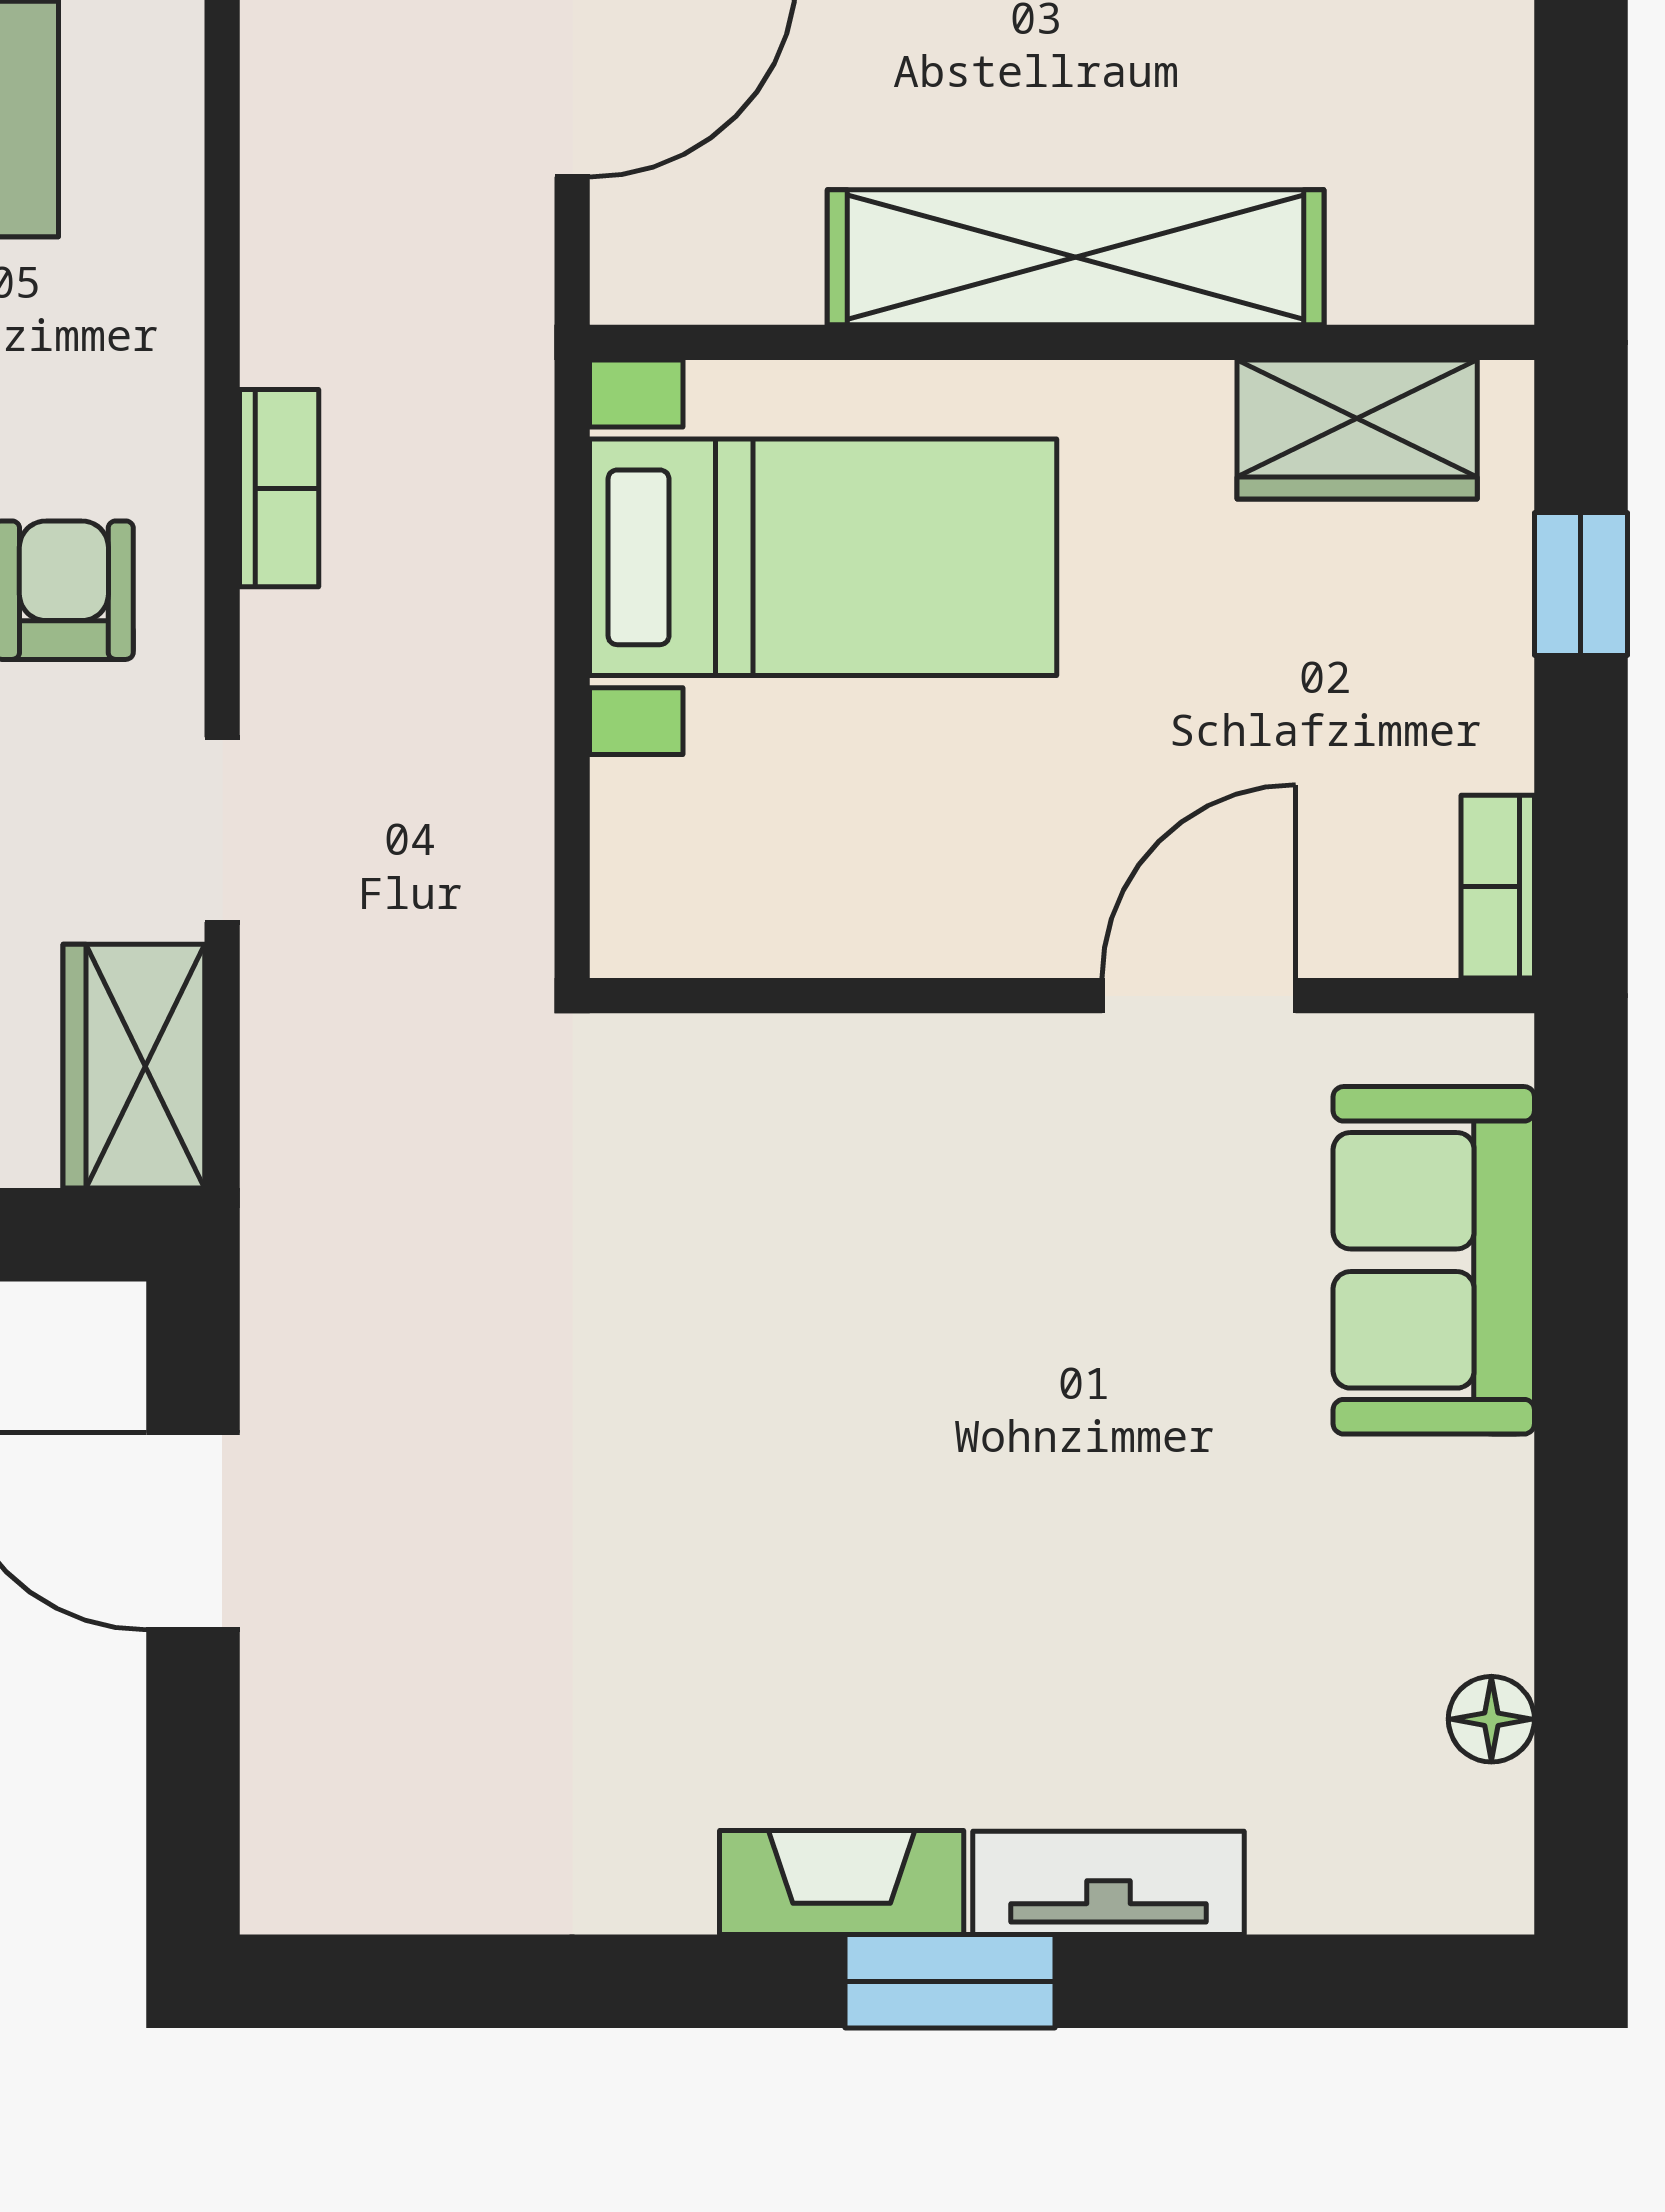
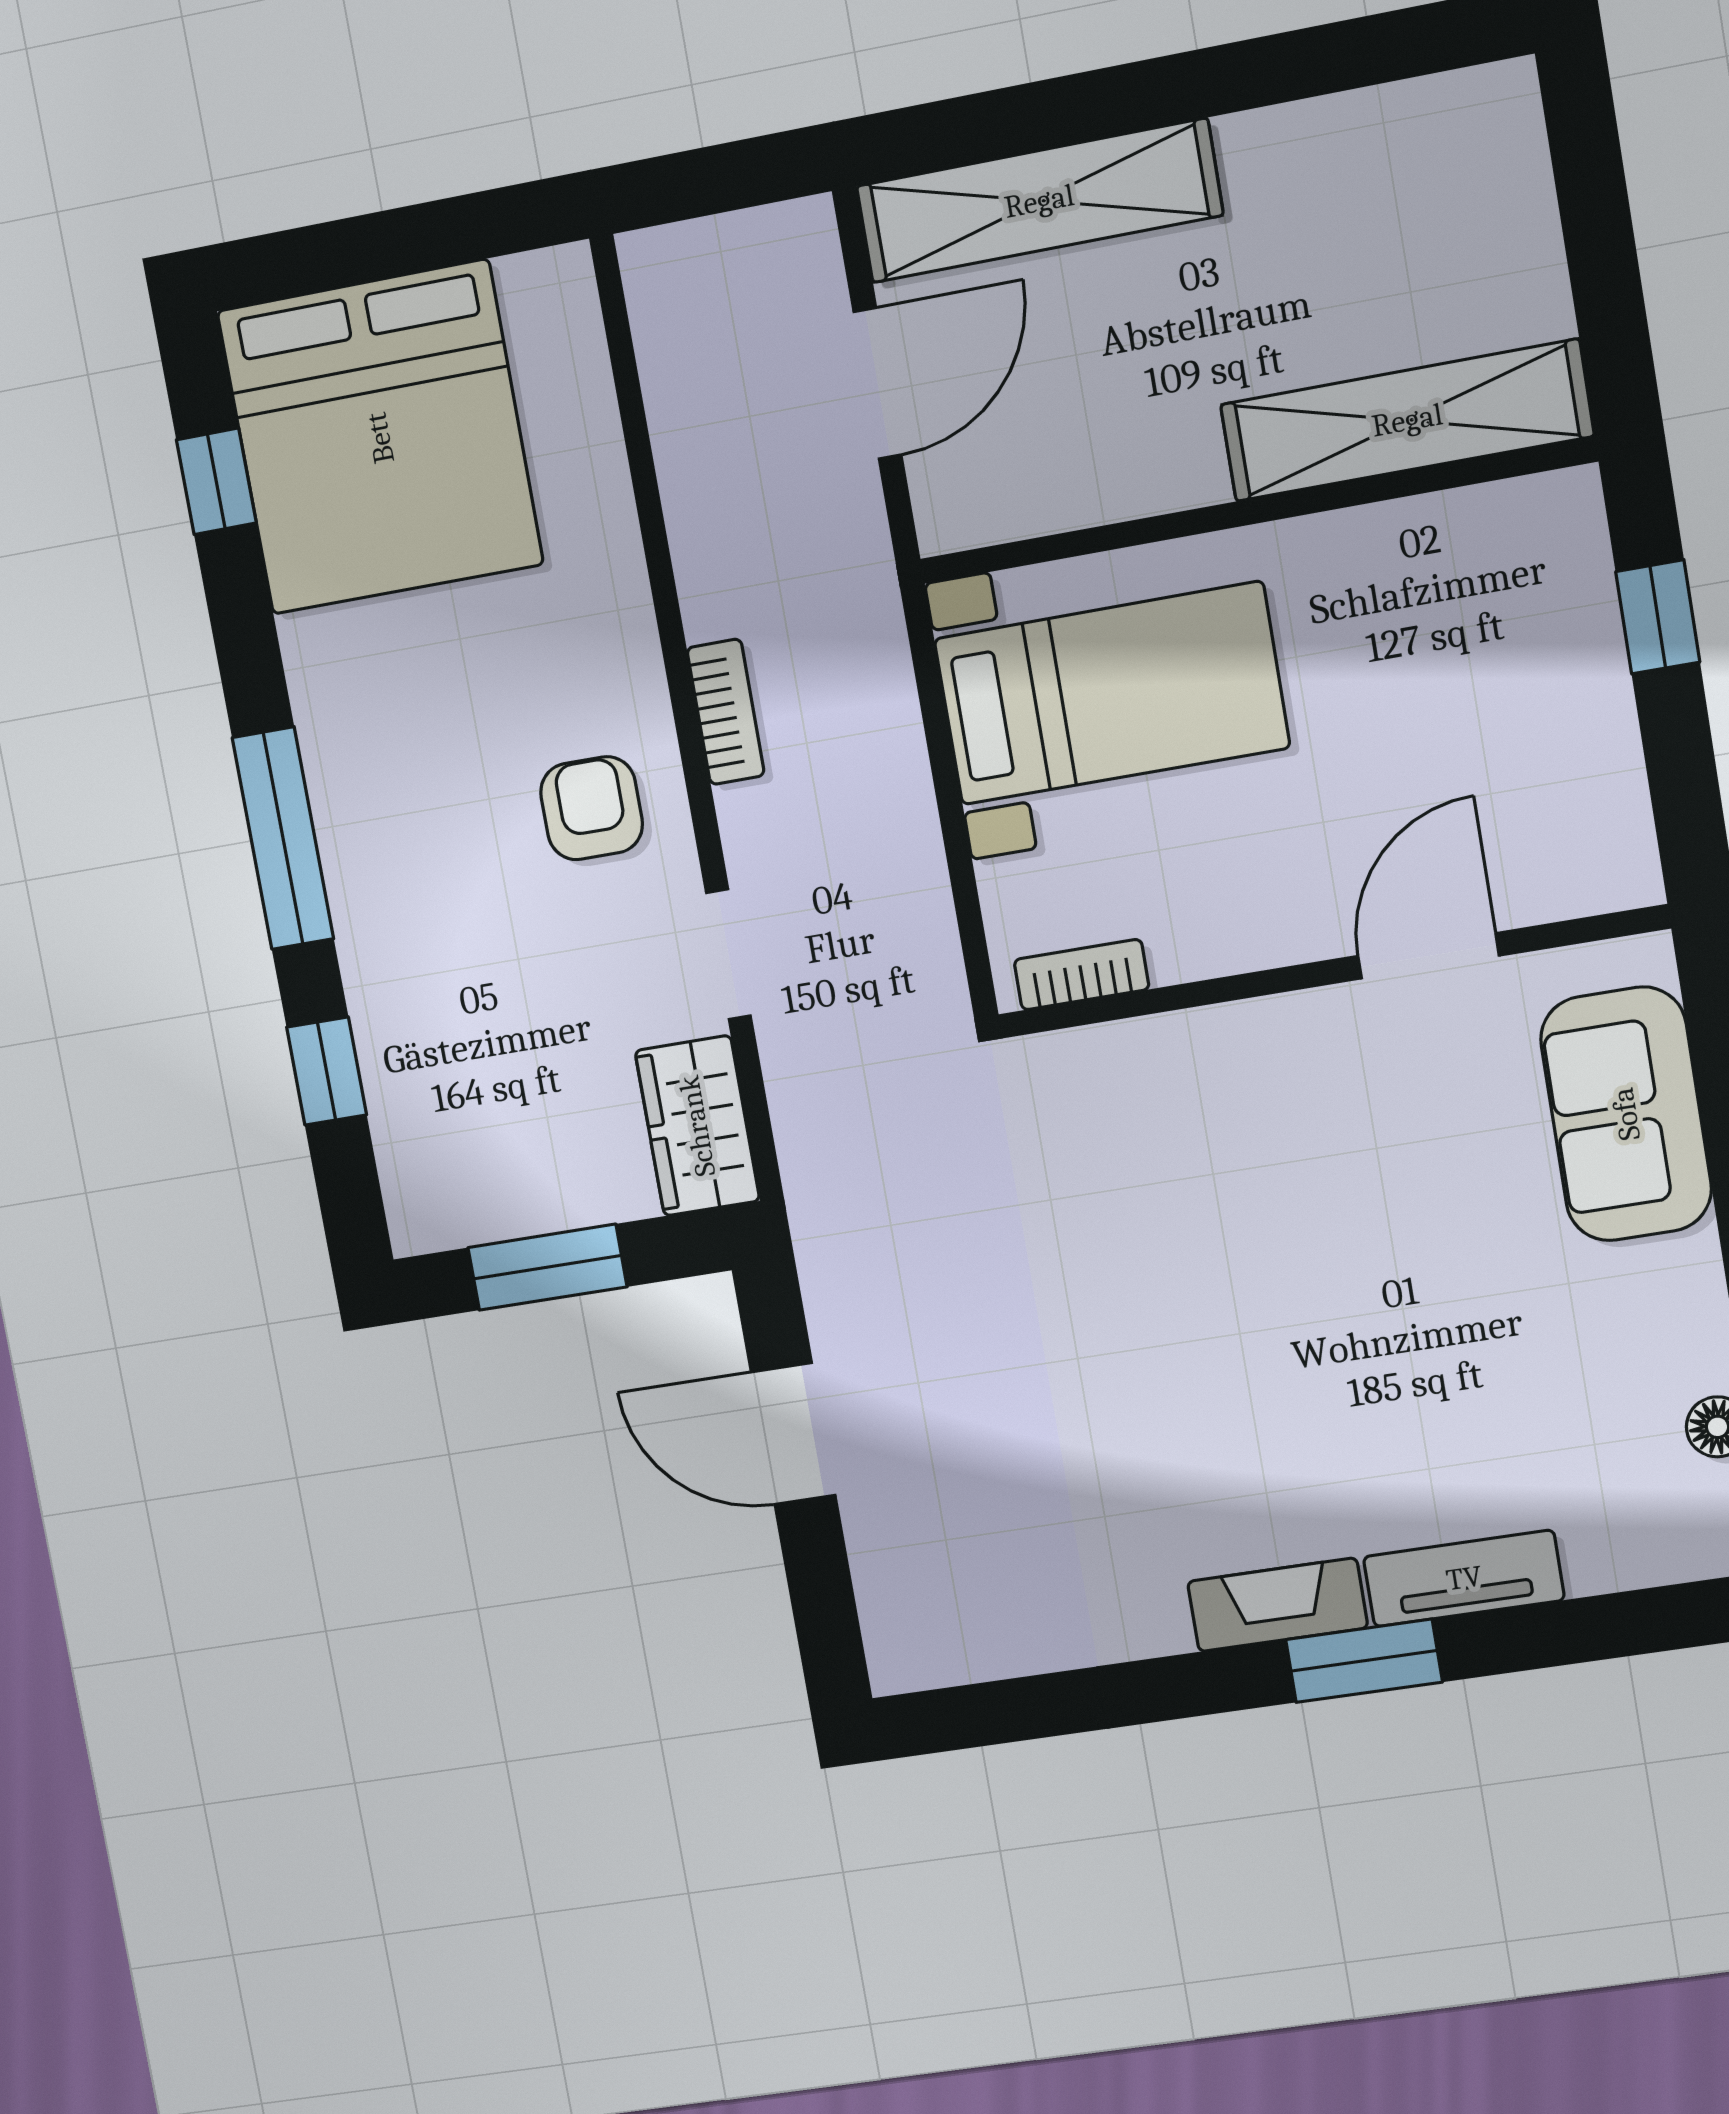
shelving: (1076, 257) -> (1407, 420), moved
wardrobe: (1357, 430) -> (1478, 535), removed
bookcase: (1498, 887) -> (1082, 975), moved, turned 90

